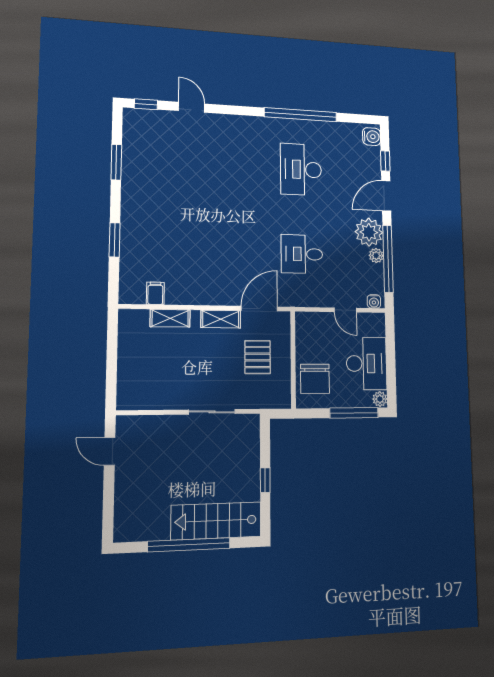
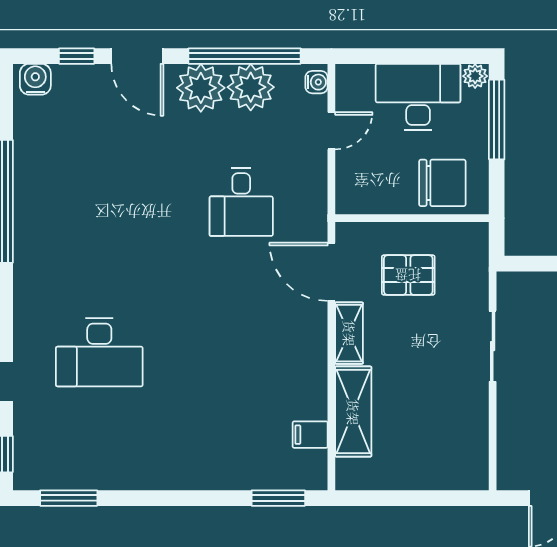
window: (116, 162) -> (69, 498), moved
desk: (301, 169) -> (99, 352), moved
window: (115, 240) -> (278, 498), moved
plant: (376, 256) -> (251, 87), width x1.88, depth x1.88
shelving: (170, 318) -> (353, 412), width x1.50, depth x1.33

